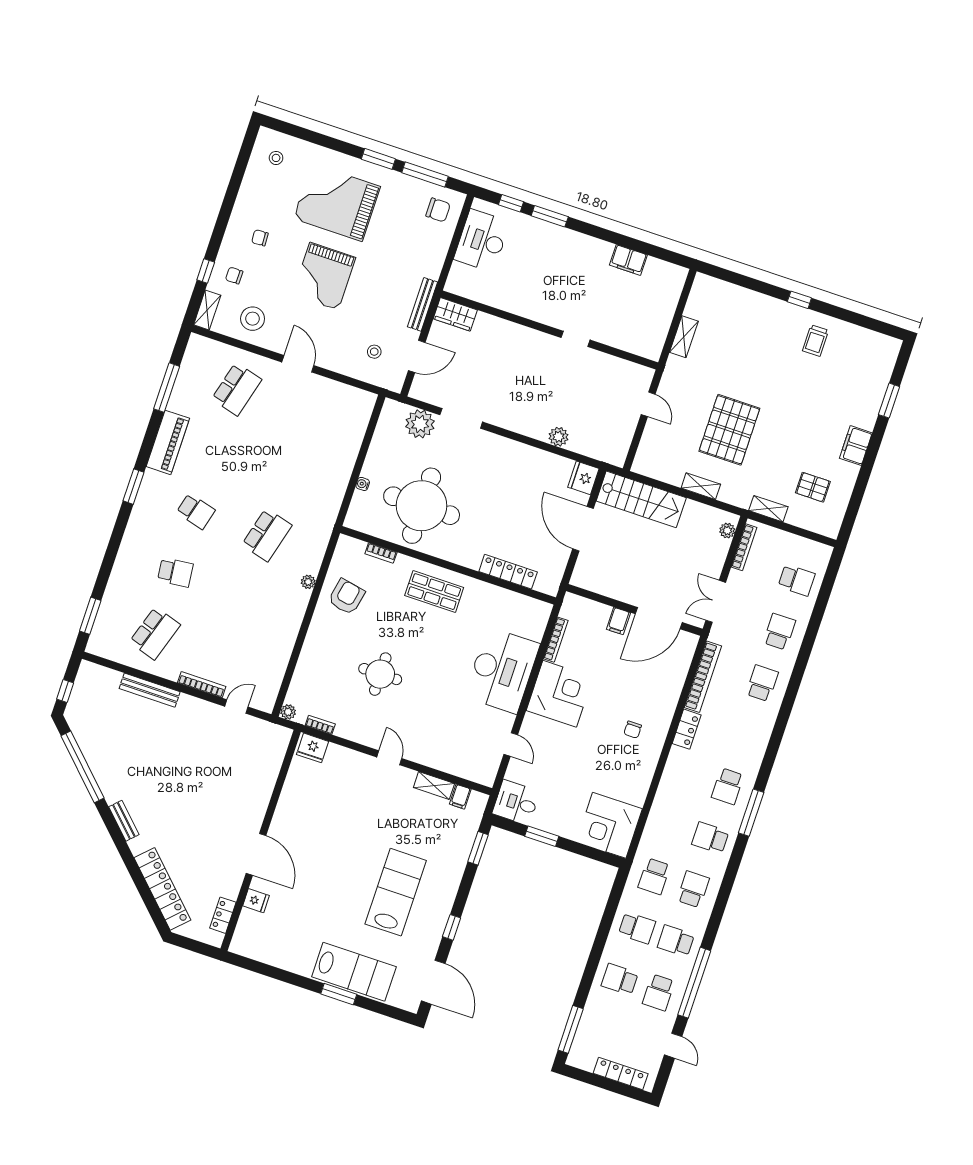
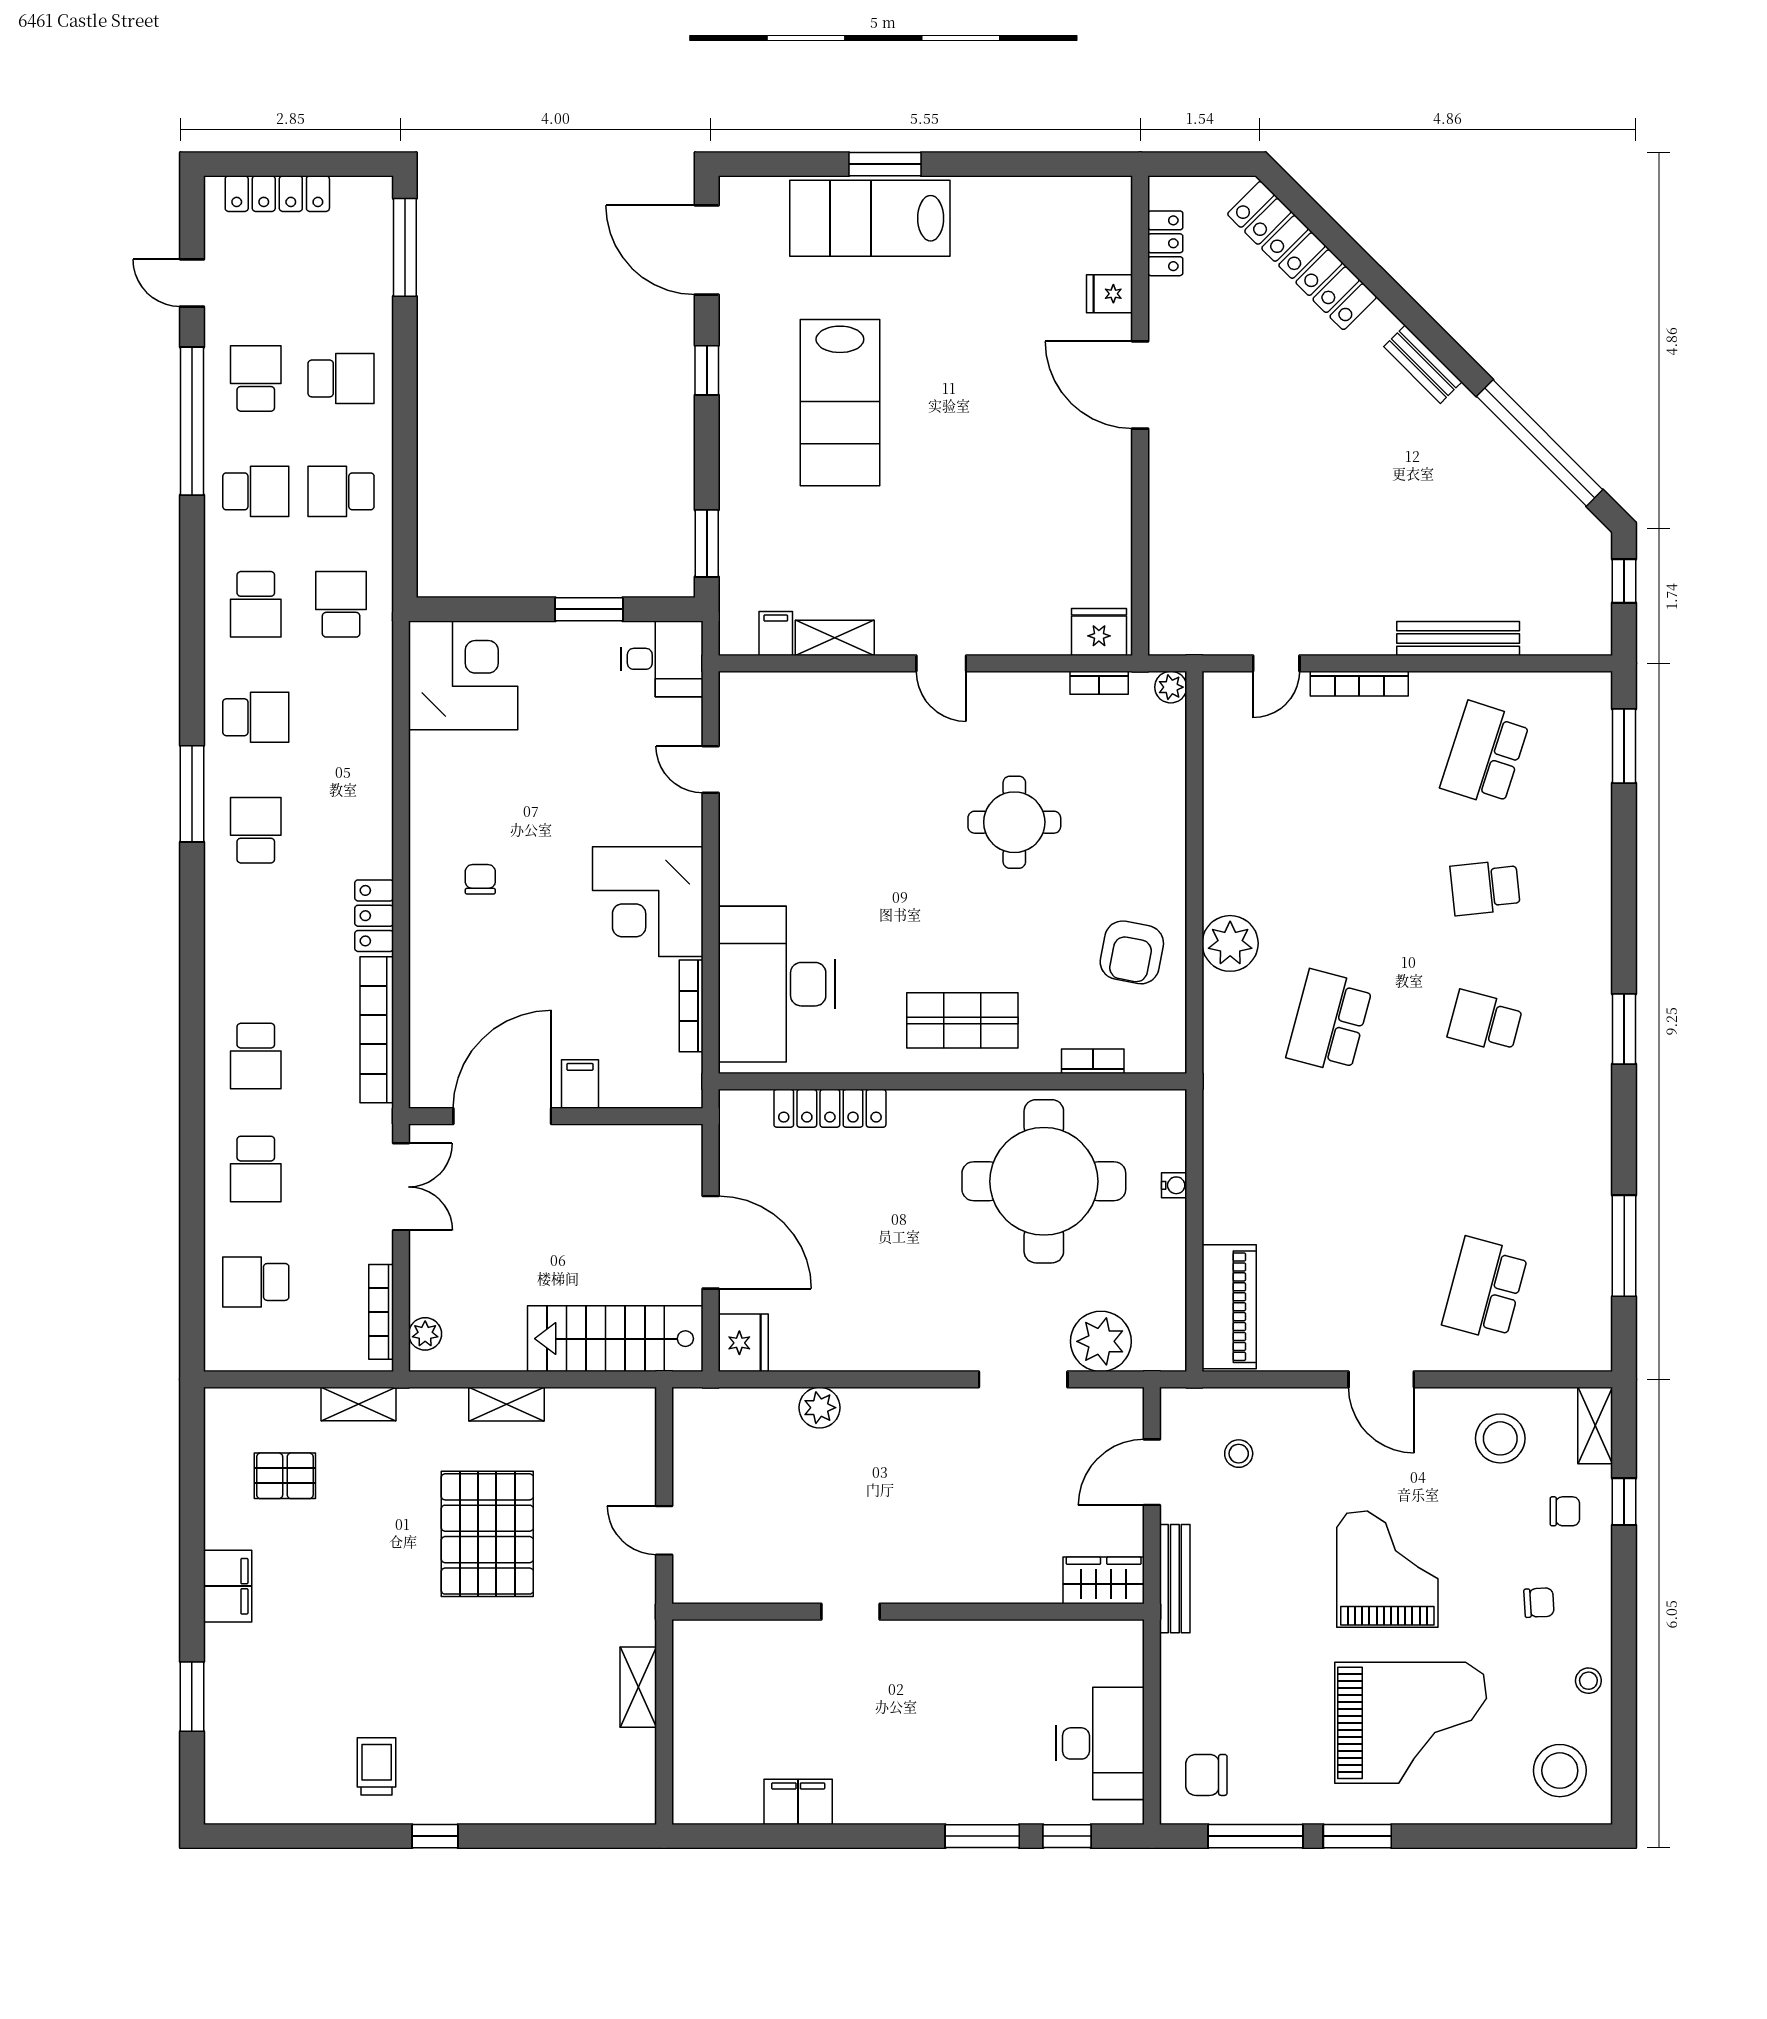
stool: (276, 158) -> (1560, 1771), width x1.89, depth x1.89
stool: (249, 195) -> (1588, 1681), added
piano: (168, 442) -> (1229, 1307), moved, turned 180
plant: (308, 582) -> (1230, 943), width x1.88, depth x1.88
desk: (502, 670) -> (777, 984), moved

